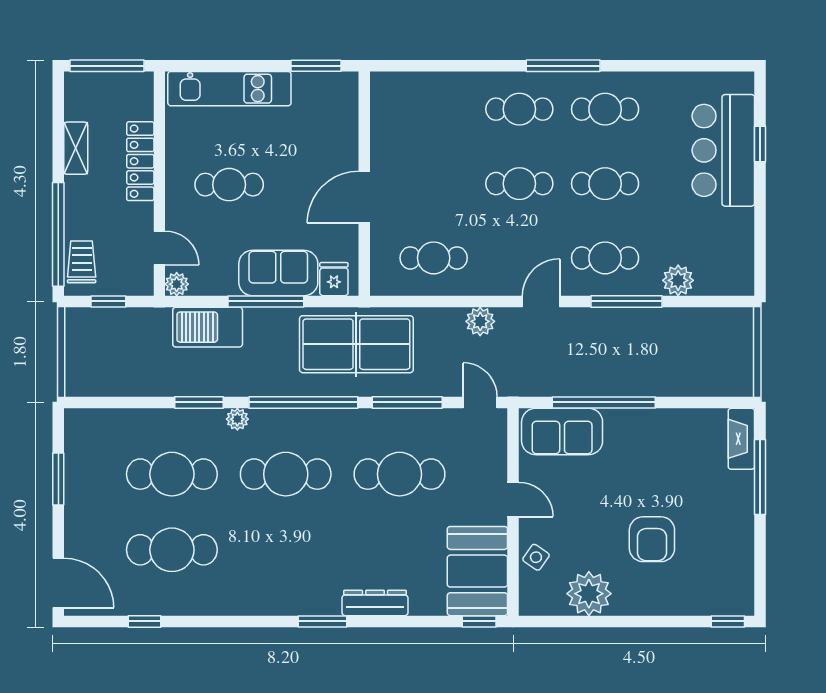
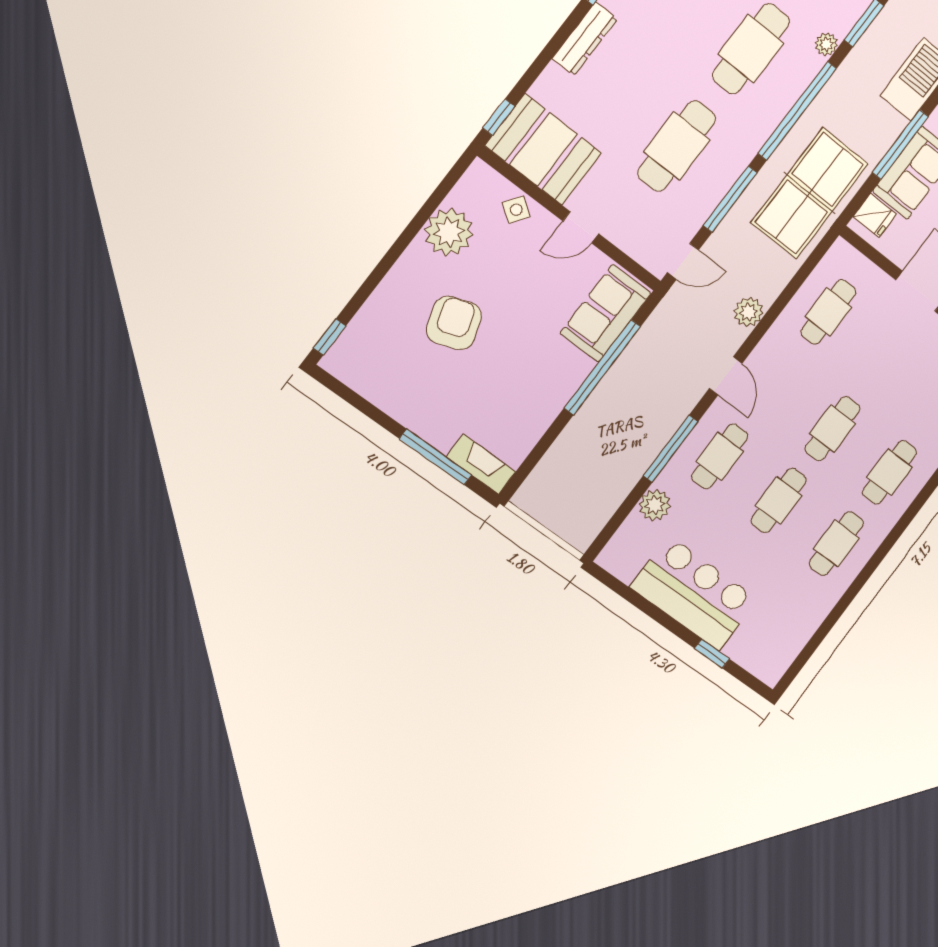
window: (563, 66) -> (895, 534), removed
bar counter: (723, 150) -> (694, 593), moved
armchair: (652, 539) -> (454, 323), turned 71

